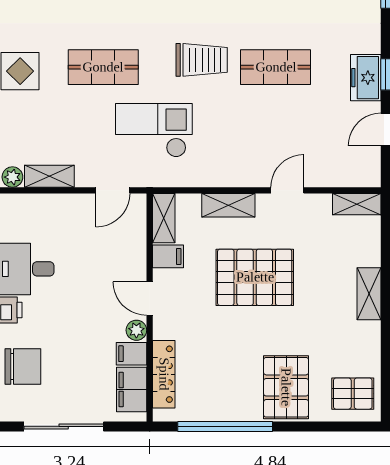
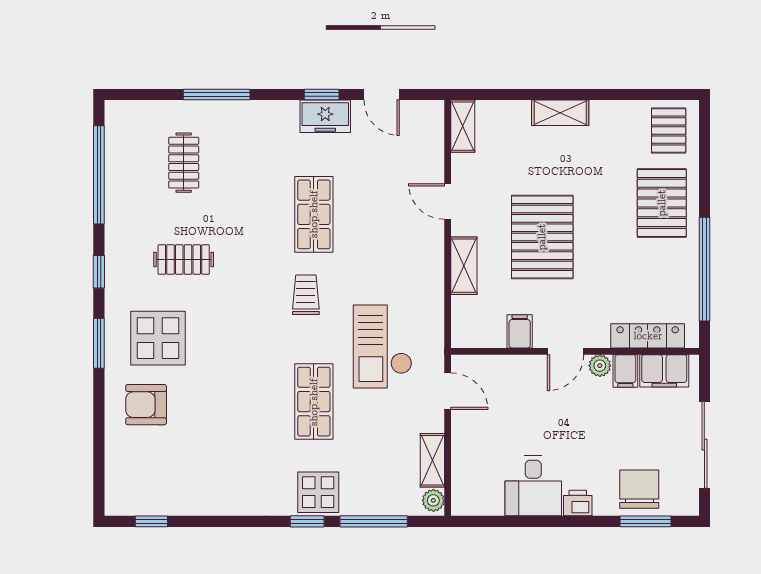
trolley: (202, 60) -> (306, 295), width x0.73, depth x0.72
shelving: (164, 218) -> (478, 336), removed
pallet: (286, 387) -> (662, 203), turned 90

